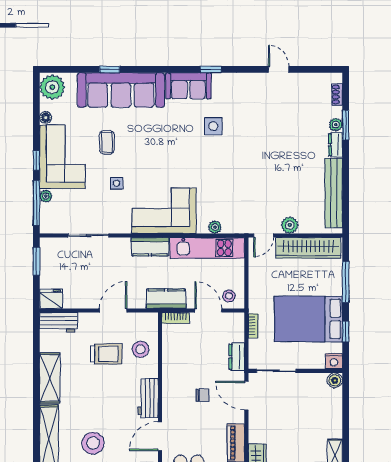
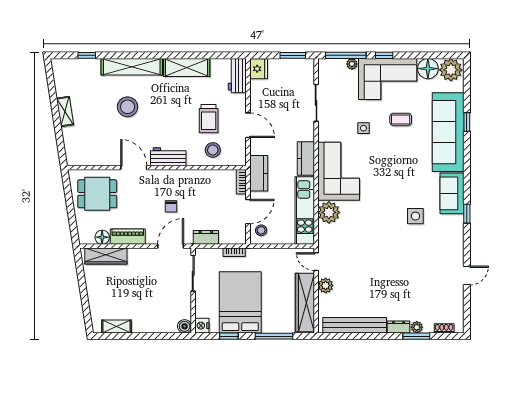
floor lamp: (46, 118) -> (428, 69), width x1.89, depth x1.89
plant: (215, 227) -> (329, 212), width x1.88, depth x1.88

